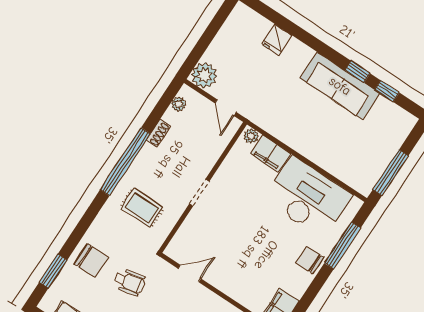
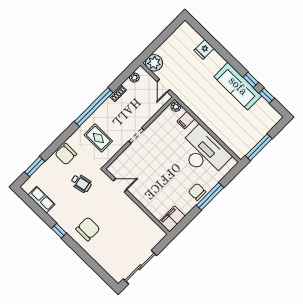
filing cabinet: (271, 154) -> (186, 120), width x0.50
window: (342, 245) -> (210, 196), moved
chair: (91, 260) -> (66, 154), moved, turned 90

